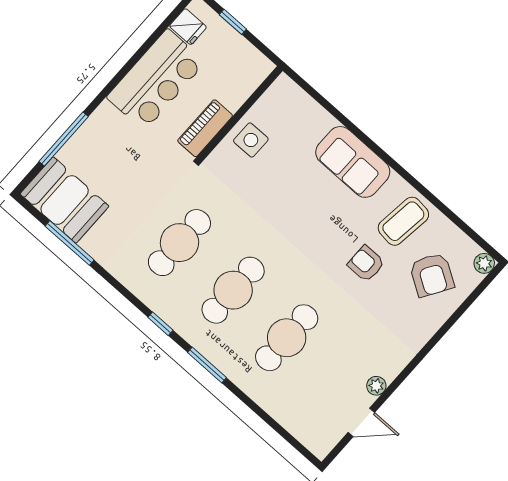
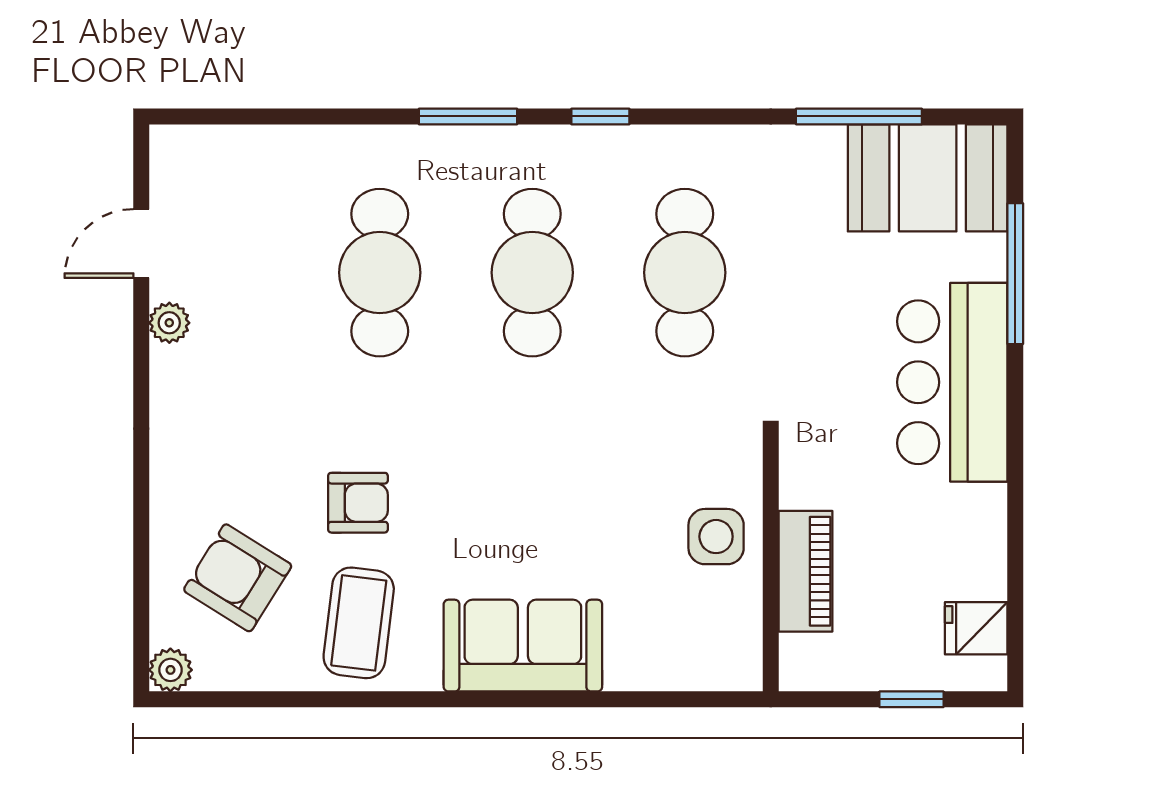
bar counter: (156, 80) -> (952, 382), moved
piano: (205, 128) -> (806, 571), moved

